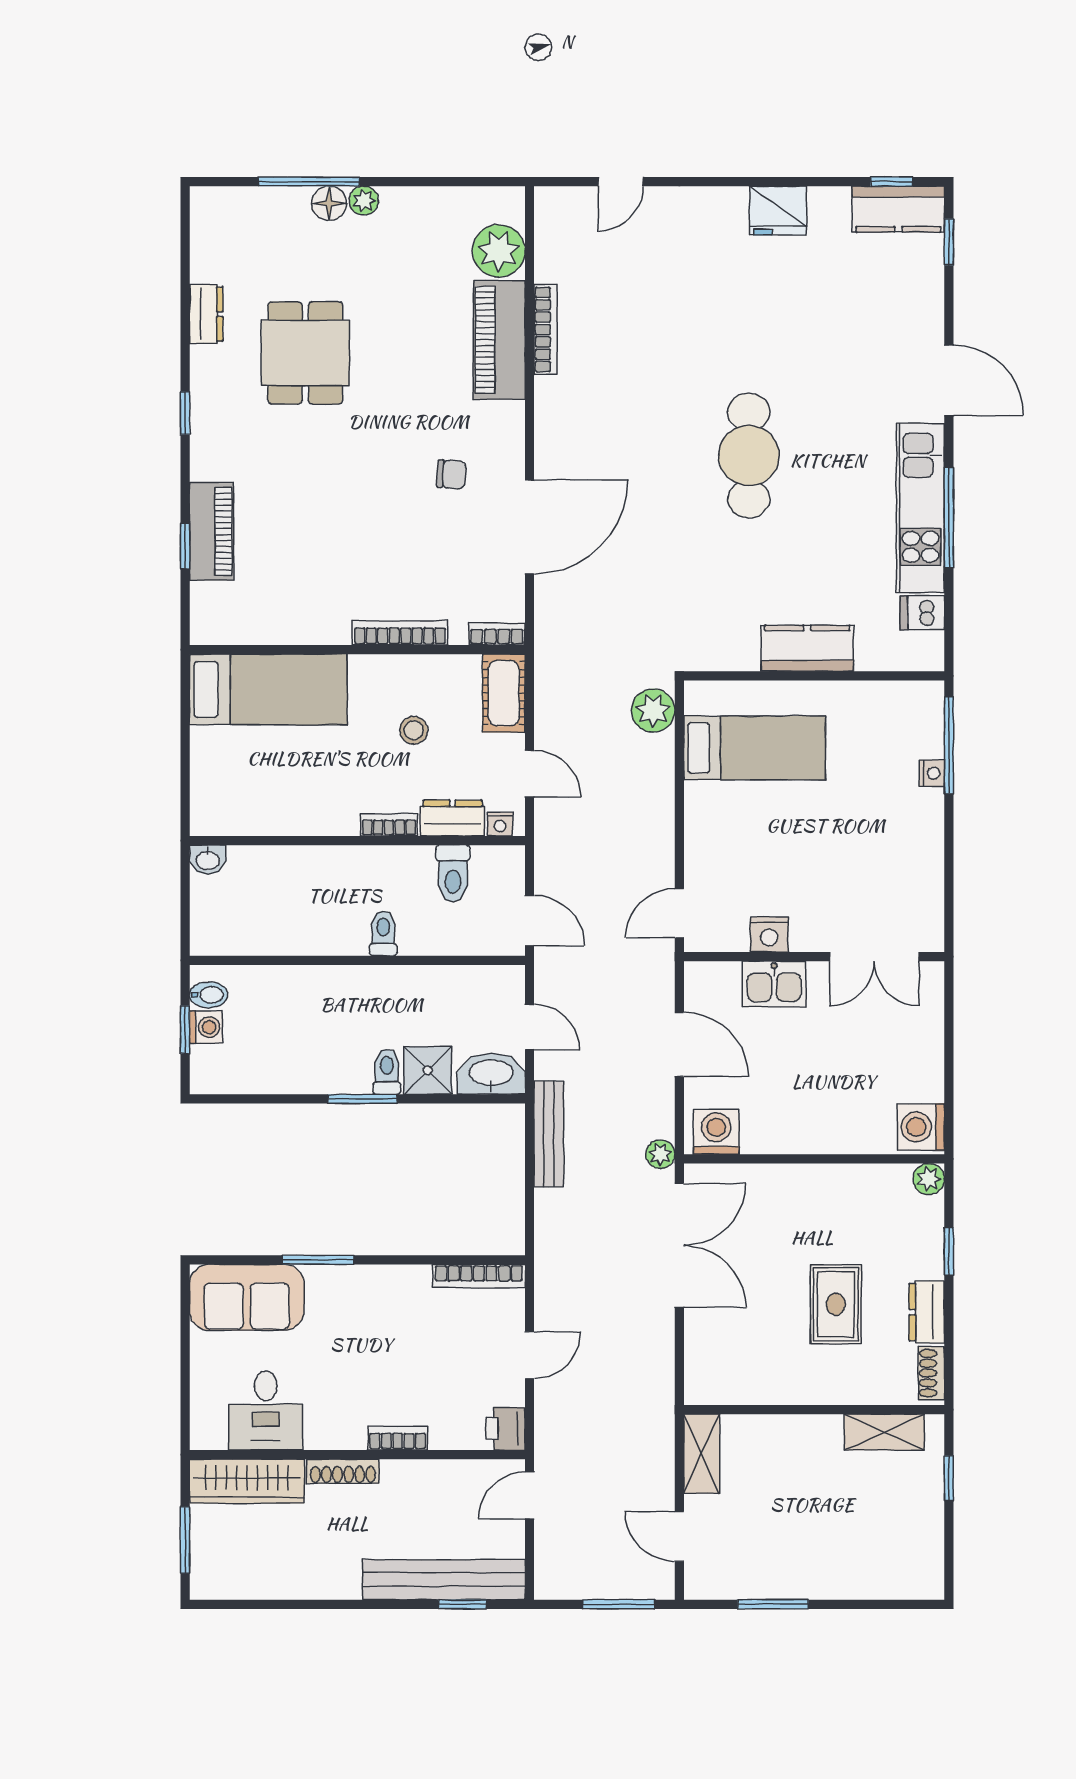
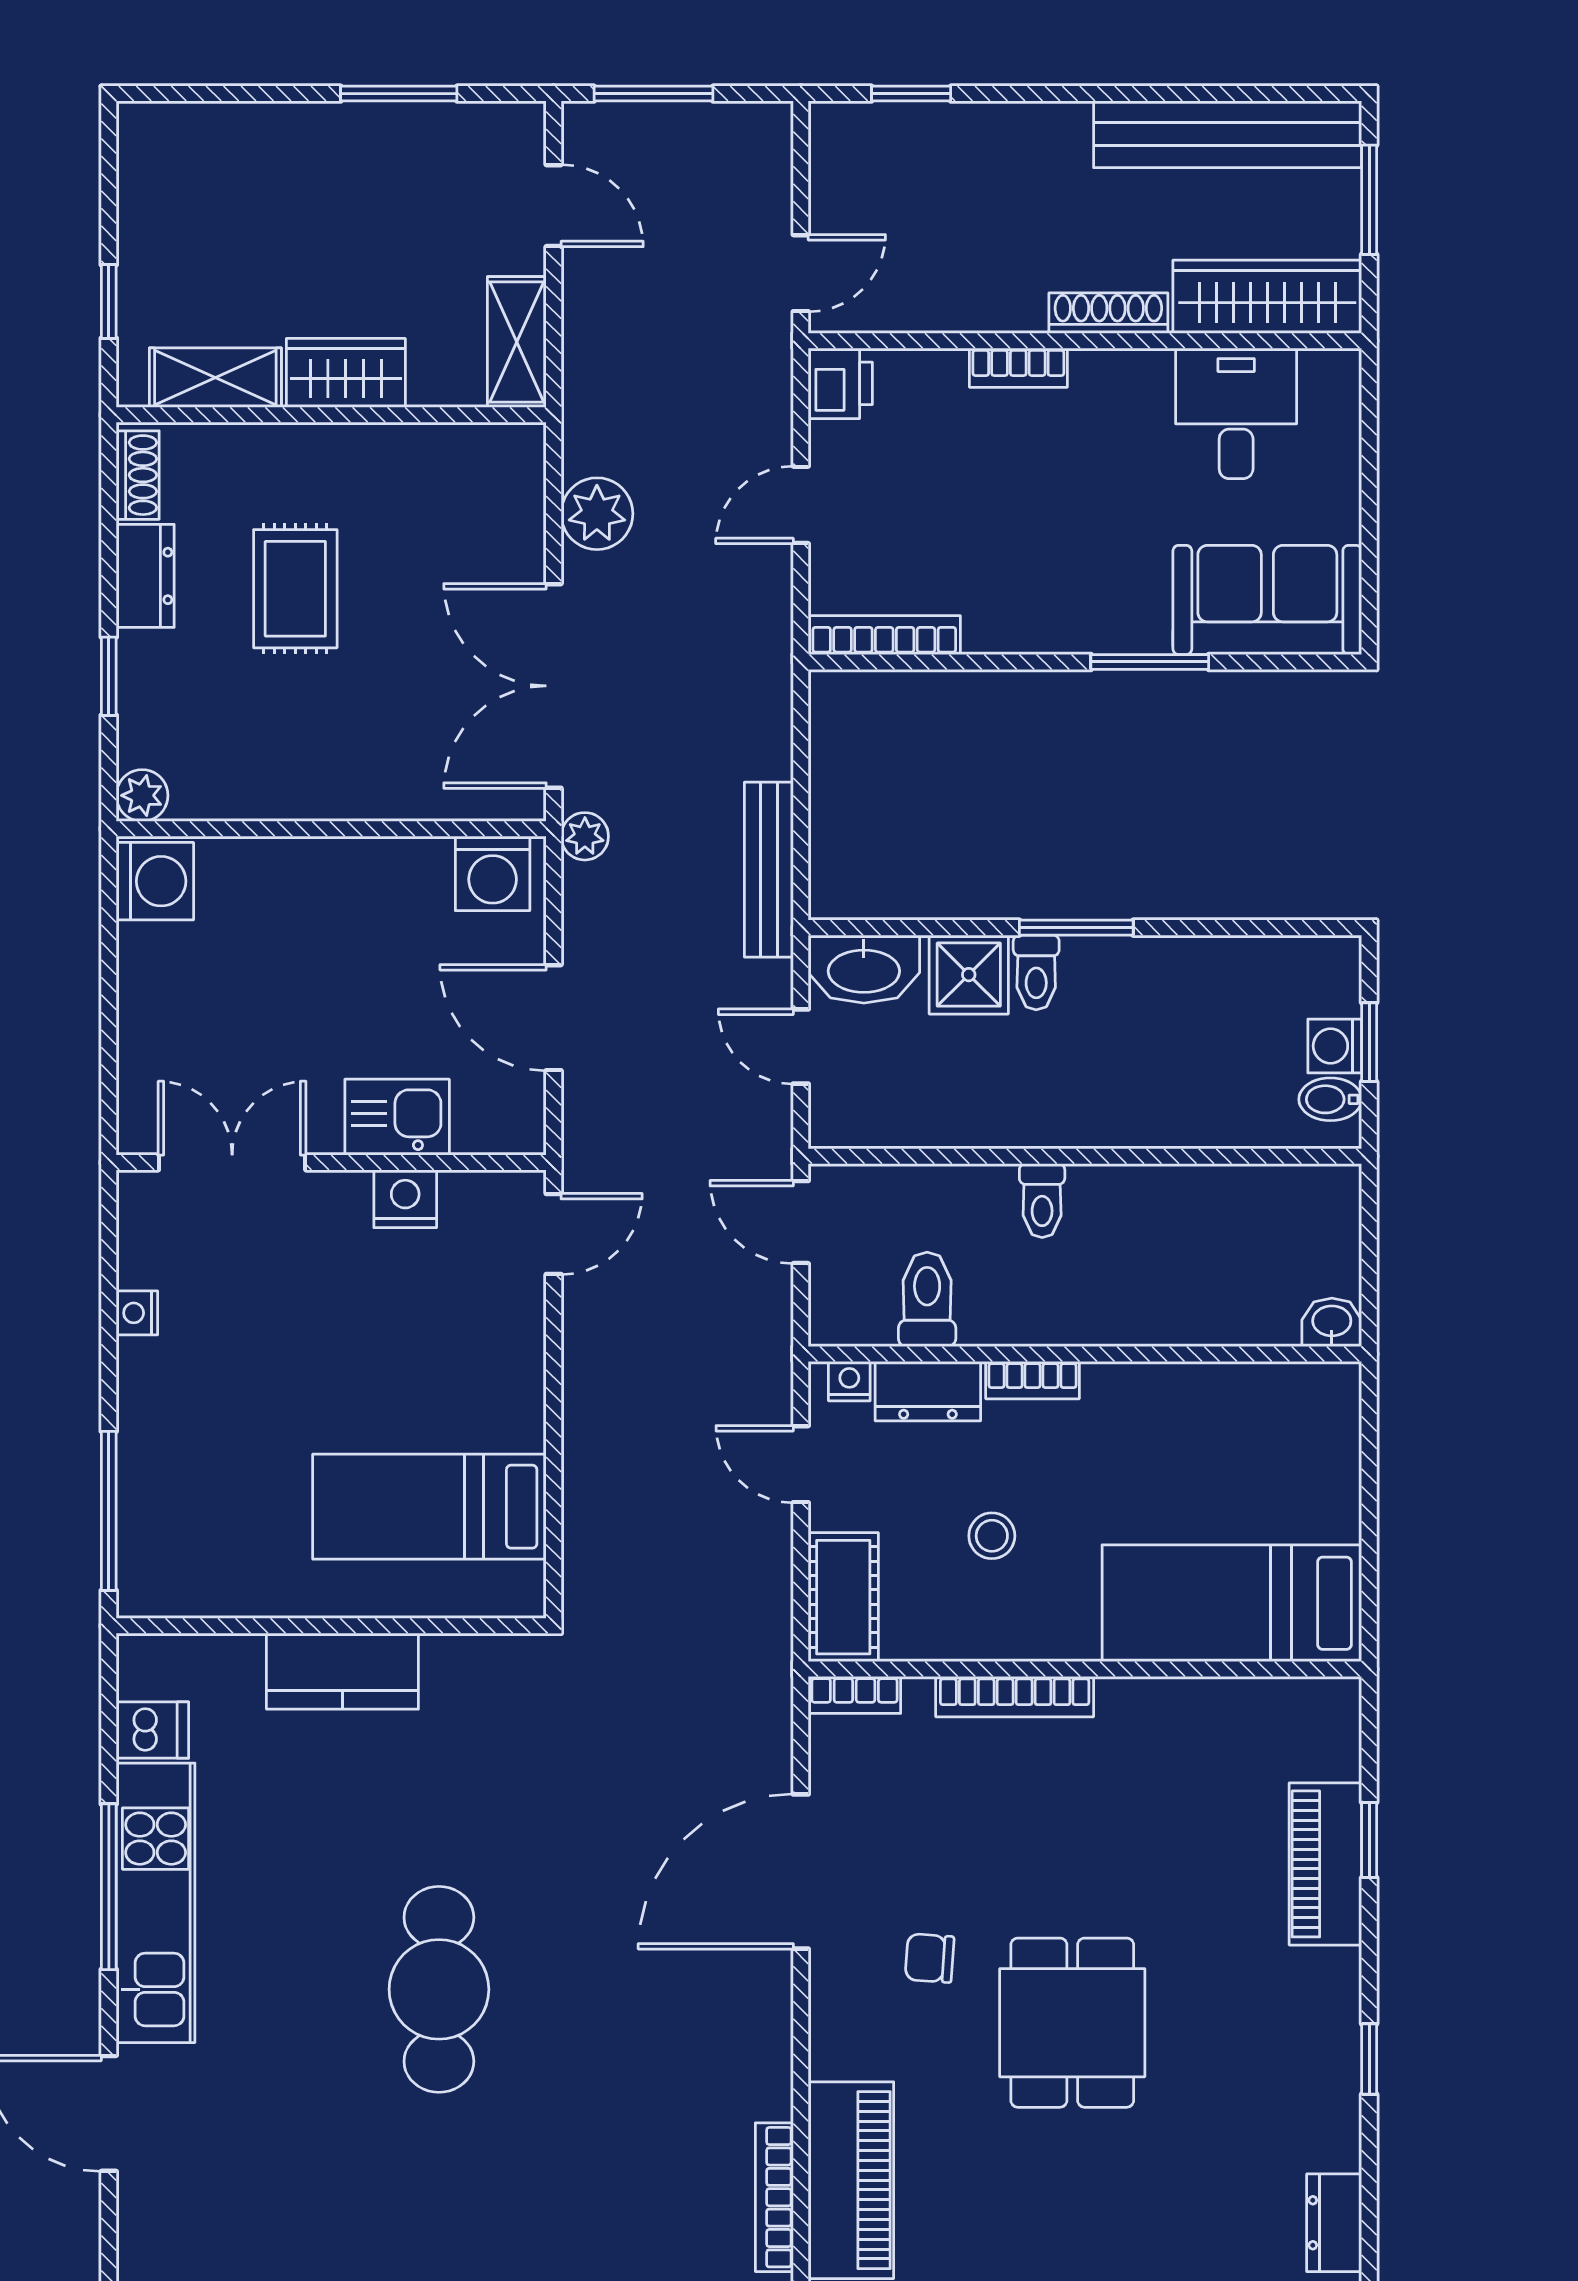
dining table: (305, 353) -> (1072, 2023), moved
plant: (653, 710) -> (597, 514), moved
nightstand: (932, 773) -> (137, 1313), moved
wardrobe: (805, 1435) -> (346, 373), added
bench: (444, 1580) -> (1228, 134), moved

